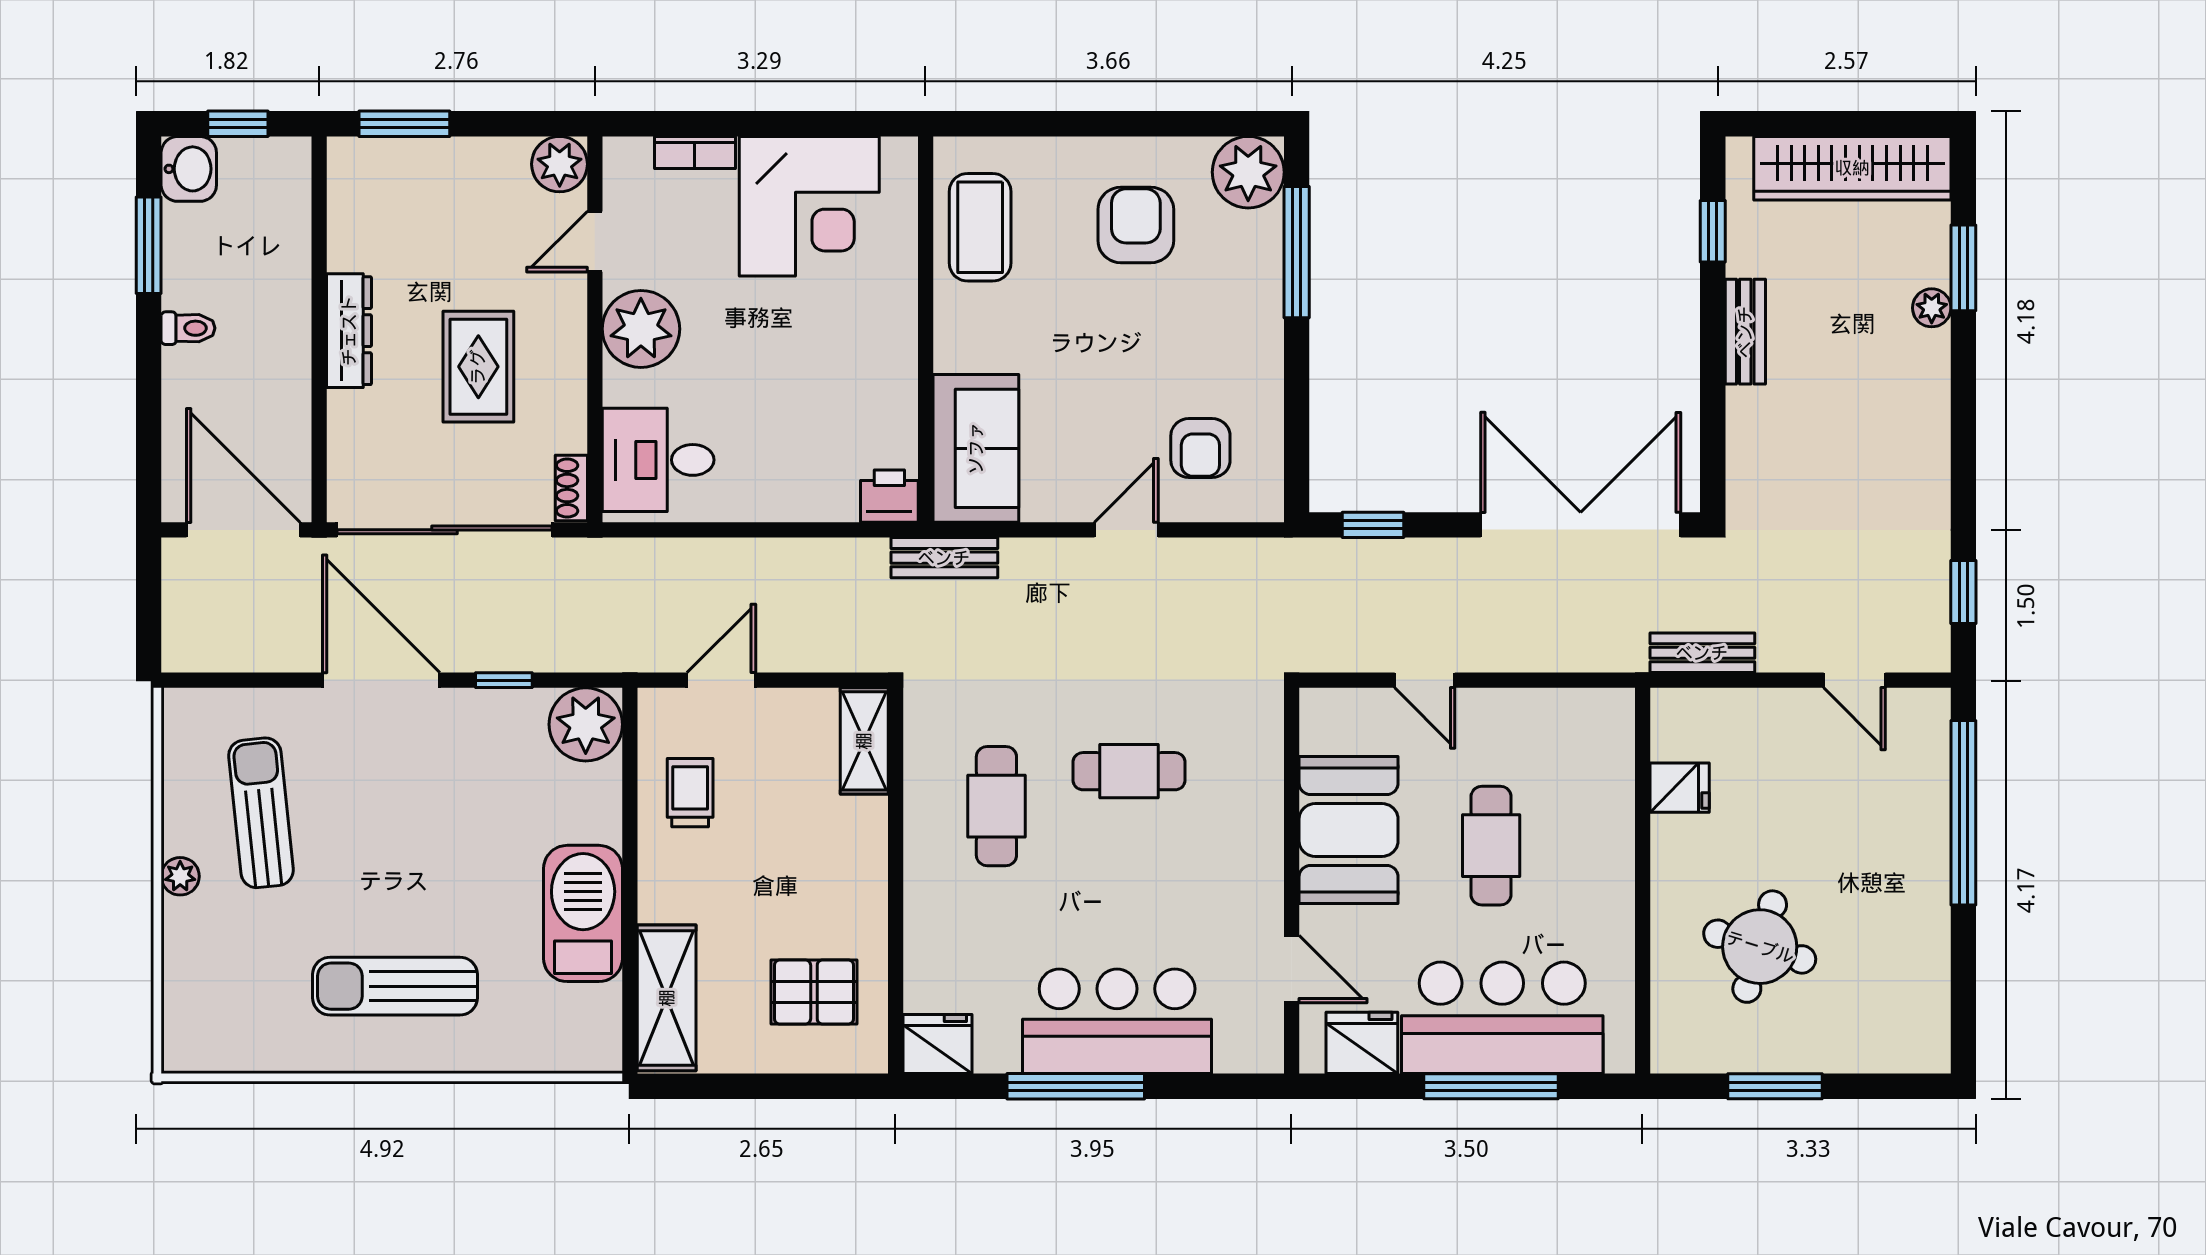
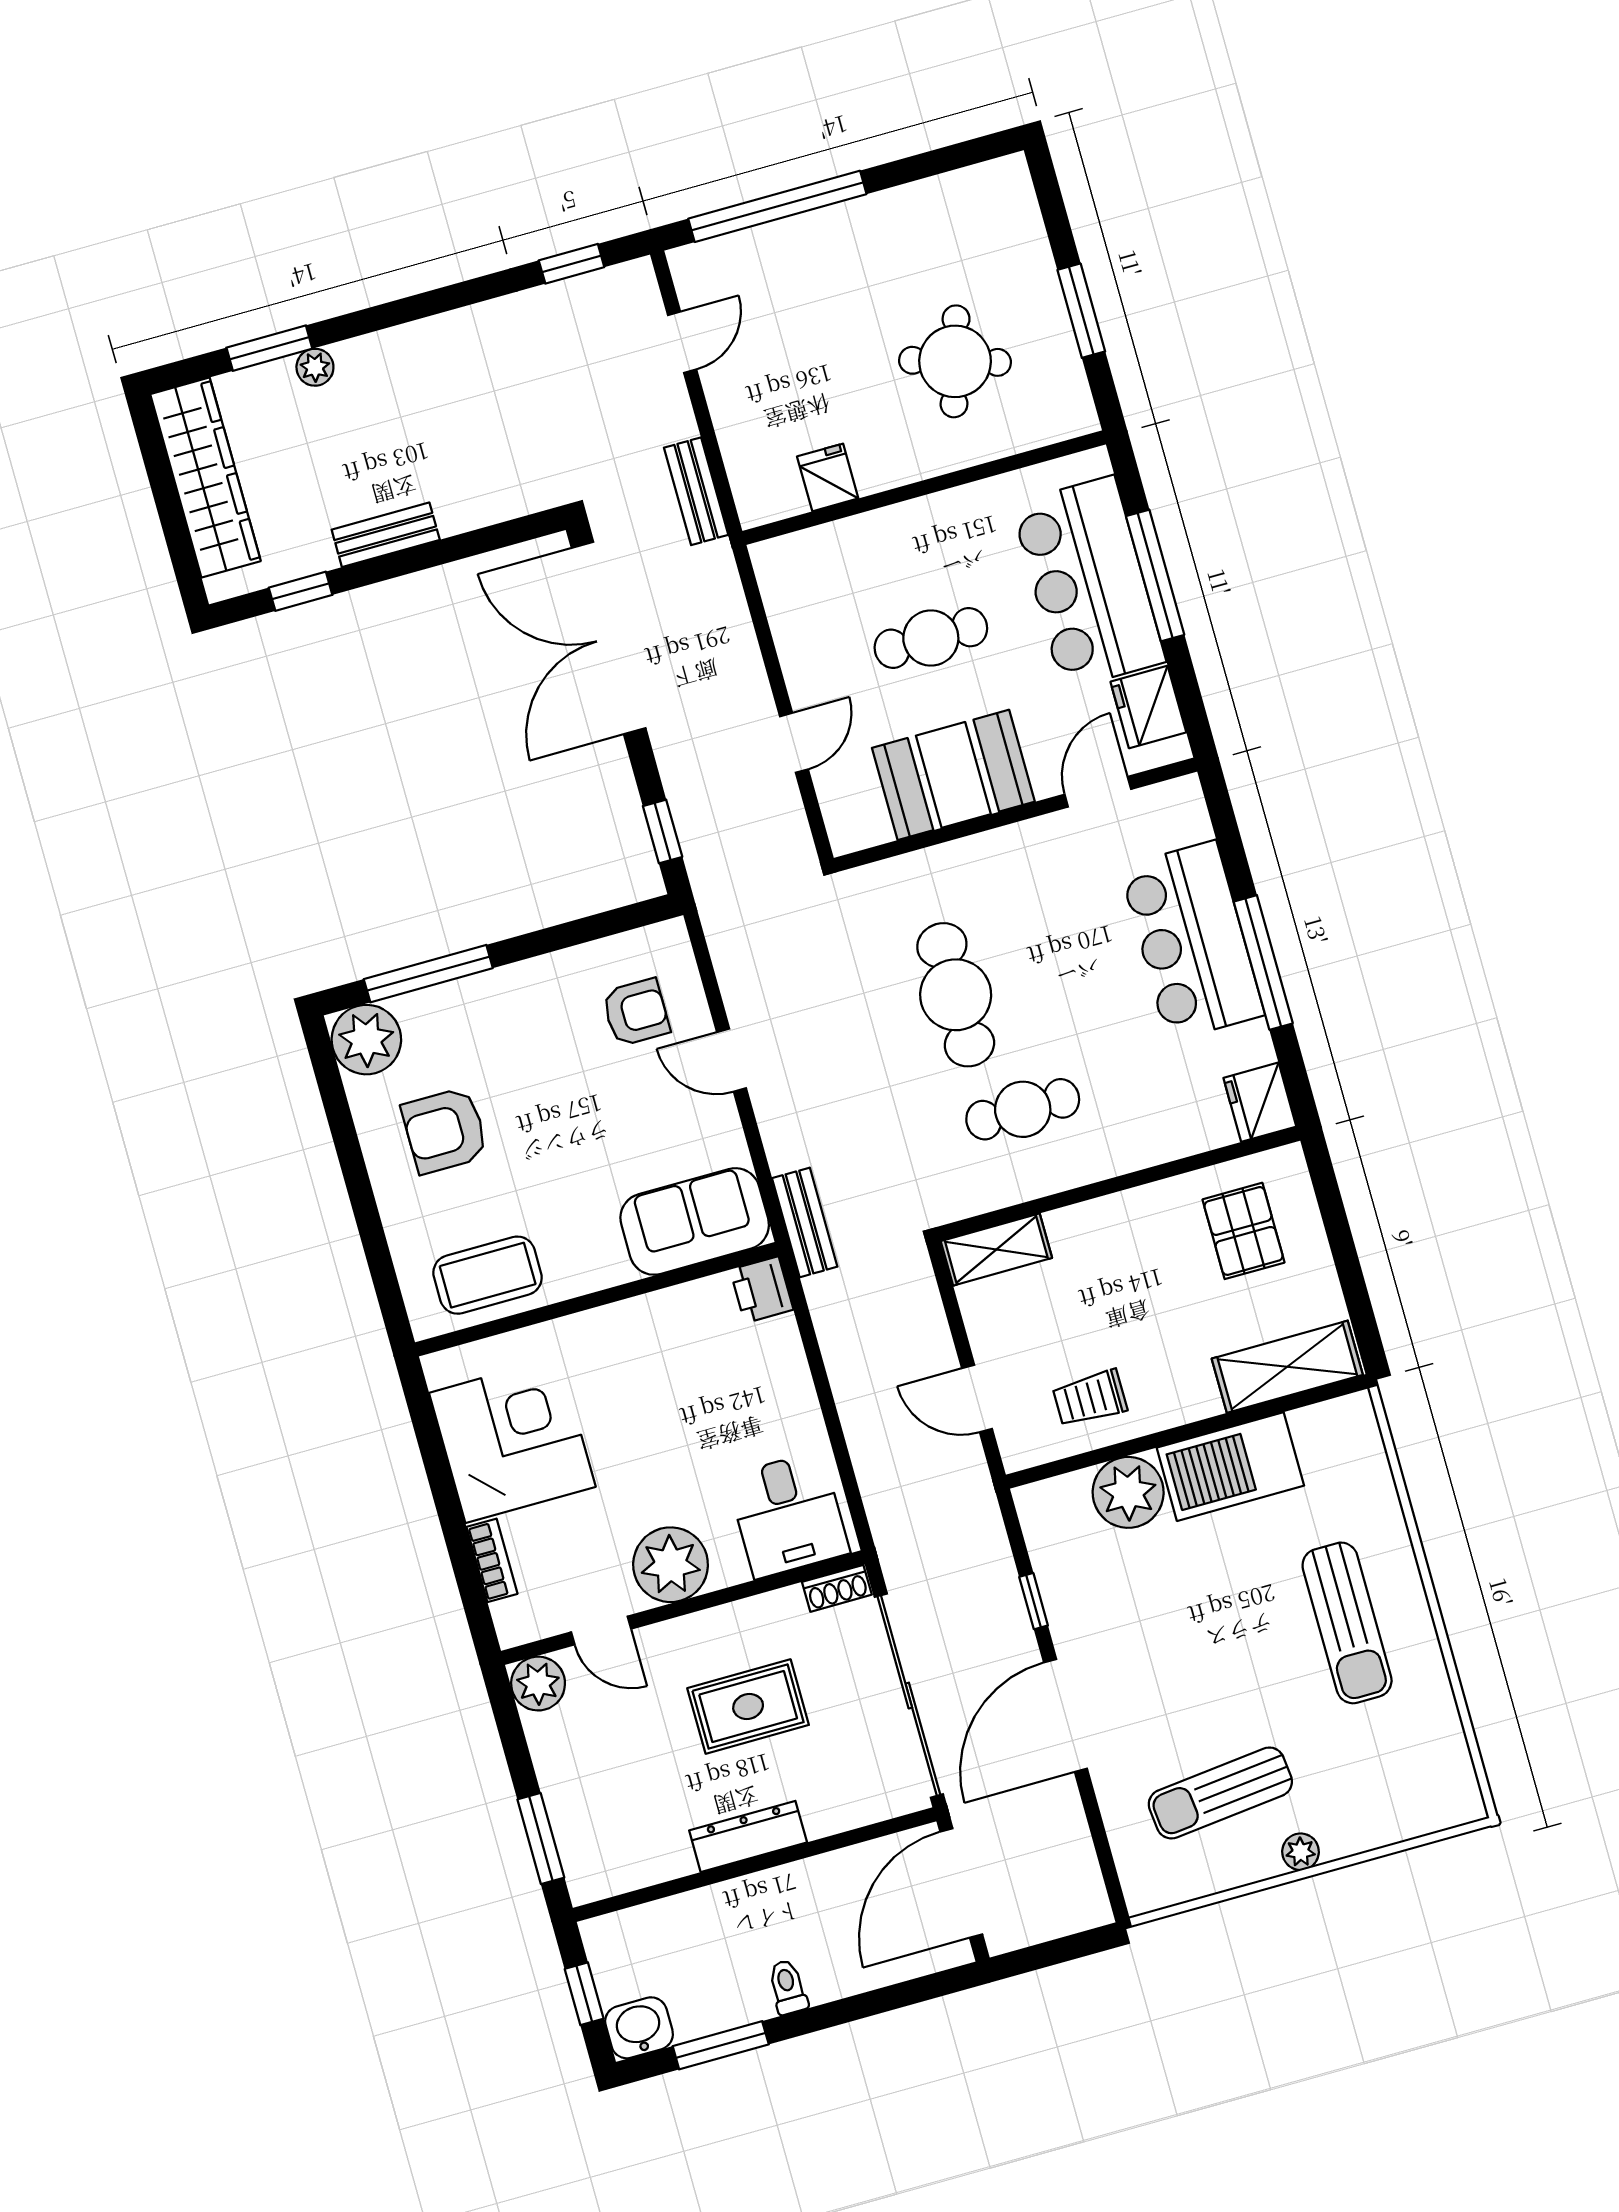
plant: (586, 724) -> (1128, 1492), moved
cafe table: (1129, 771) -> (956, 995), width x1.37, depth x1.35

